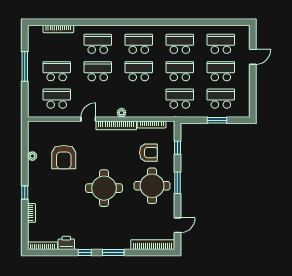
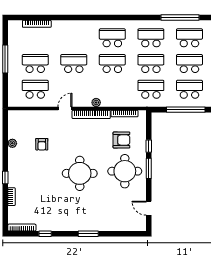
window: (211, 22) -> (180, 18), added
school desk: (98, 44) -> (74, 38), removed
window: (217, 120) -> (186, 110), width x2.11
window: (177, 148) -> (149, 146), moved
armchair: (64, 157) -> (42, 144), width x0.53, depth x0.53
door: (177, 225) -> (149, 208), swing flipped
printer: (66, 243) -> (44, 225), removed
bookcase: (153, 245) -> (125, 226), removed
window: (85, 252) -> (45, 234), moved

